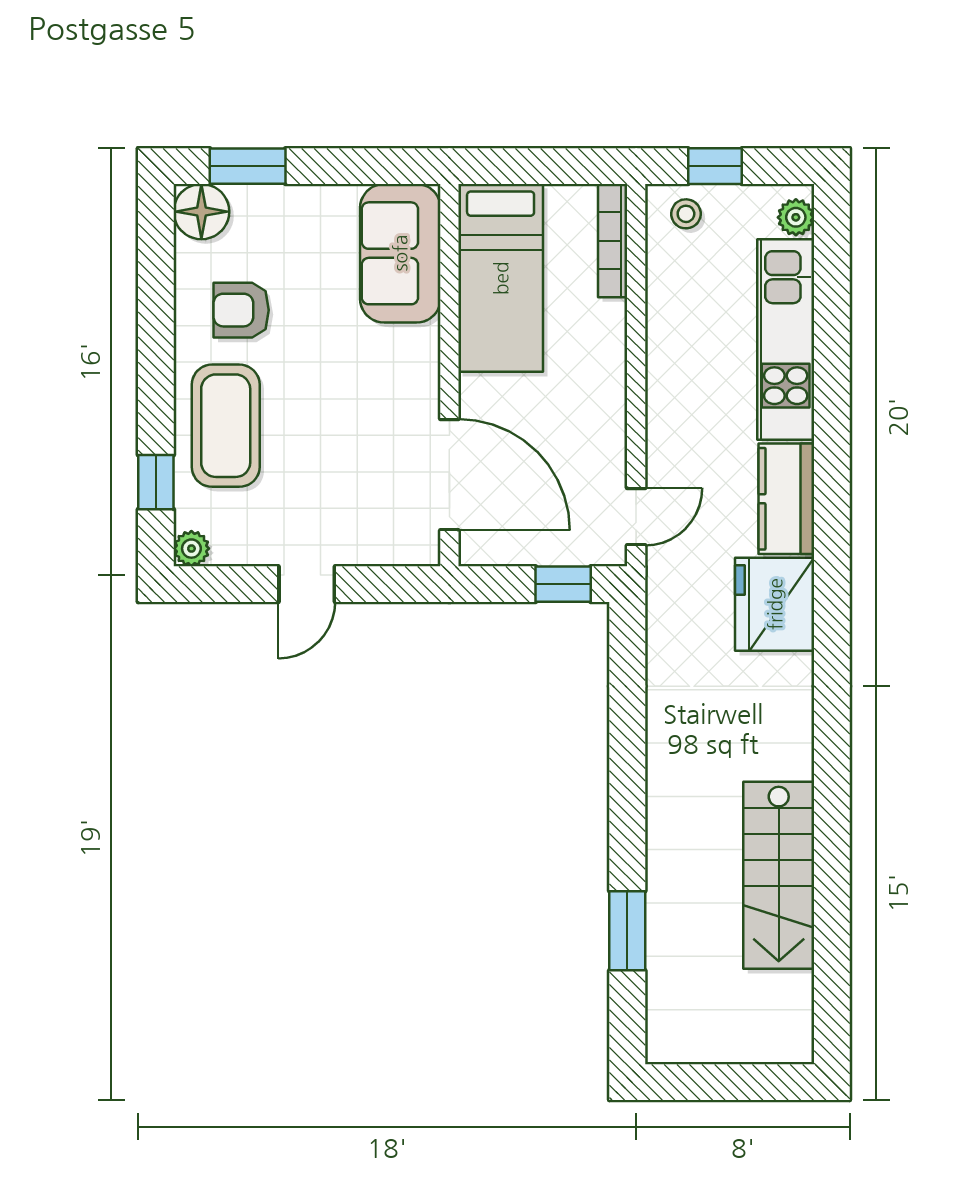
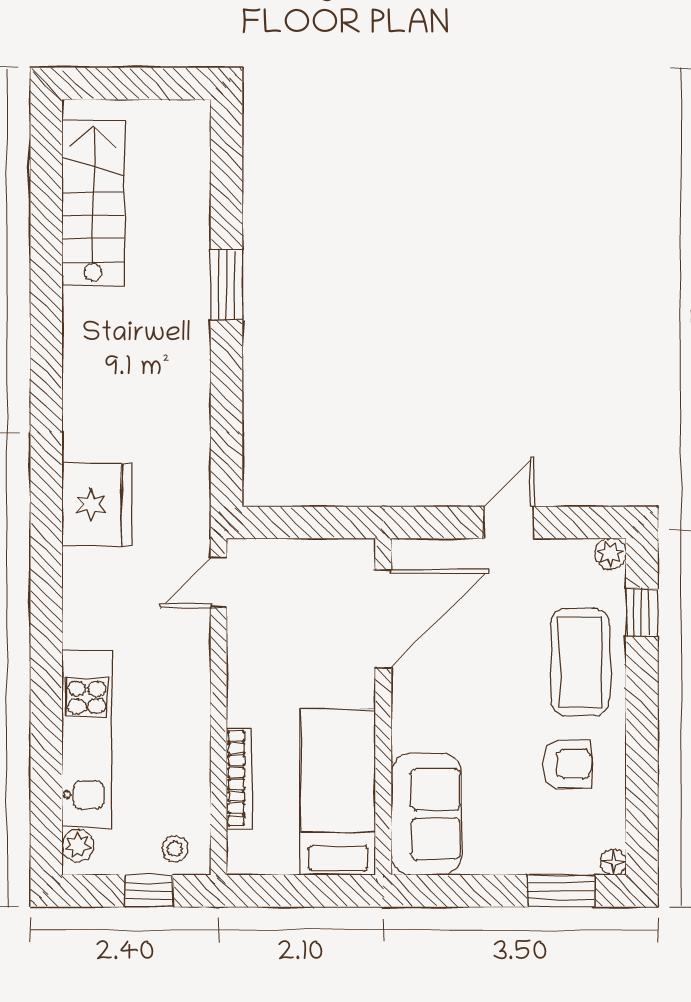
floor lamp: (201, 212) -> (613, 862), width x0.53, depth x0.53
bookcase: (613, 241) -> (239, 778), moved
door: (449, 475) -> (383, 619), swing flipped
kitchen counter: (786, 499) -> (86, 598), removed
window: (563, 584) -> (283, 523), removed
stairs: (779, 875) -> (93, 203), moved
window: (627, 931) -> (226, 284), moved

